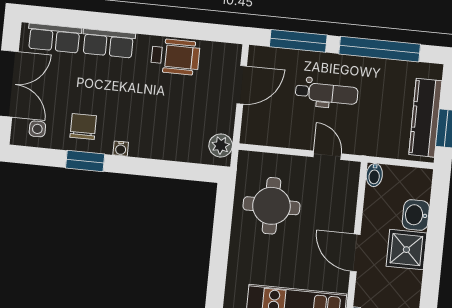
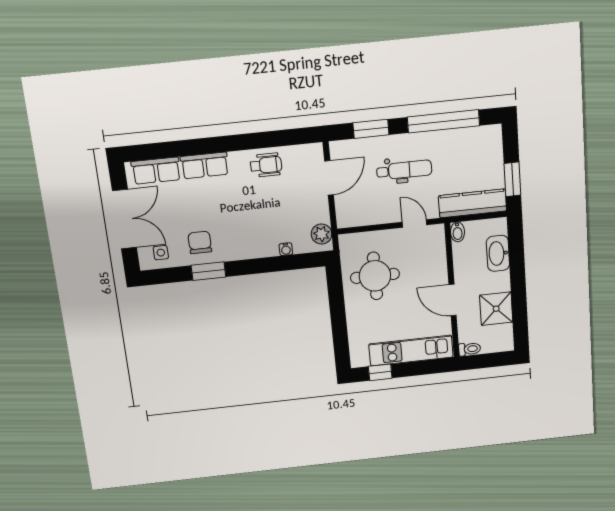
window: (298, 41) -> (371, 129), width x0.69
wheelchair: (175, 57) -> (266, 165), width x0.73, depth x0.73
kitchen counter: (425, 118) -> (473, 203), moved, turned 90
water cooler: (121, 149) -> (286, 249), moved
washbasin: (416, 215) -> (498, 253), width x1.38
shower: (406, 250) -> (496, 309), moved

